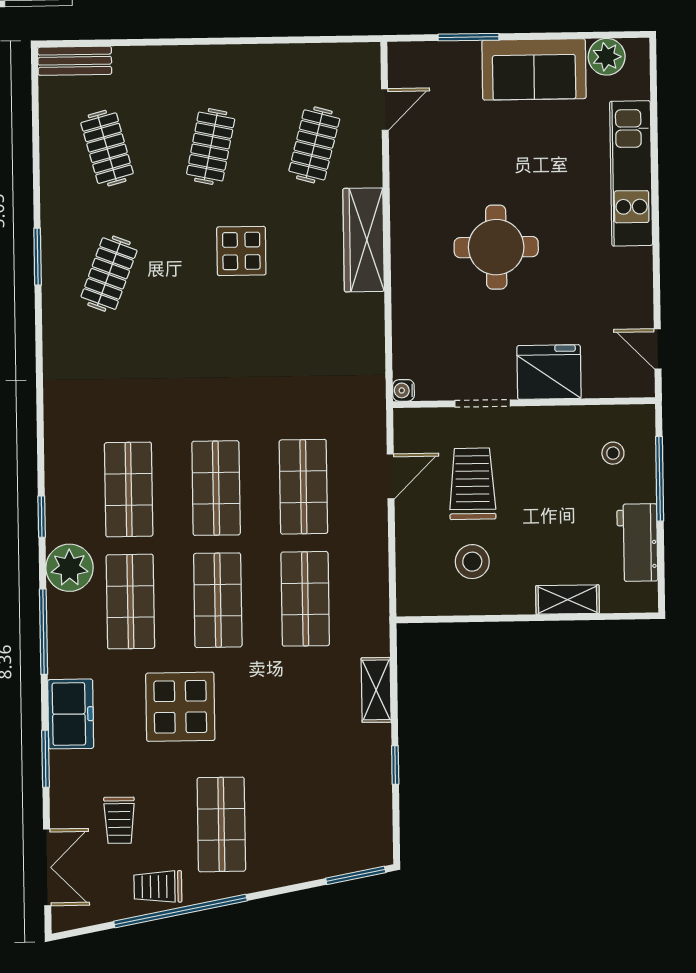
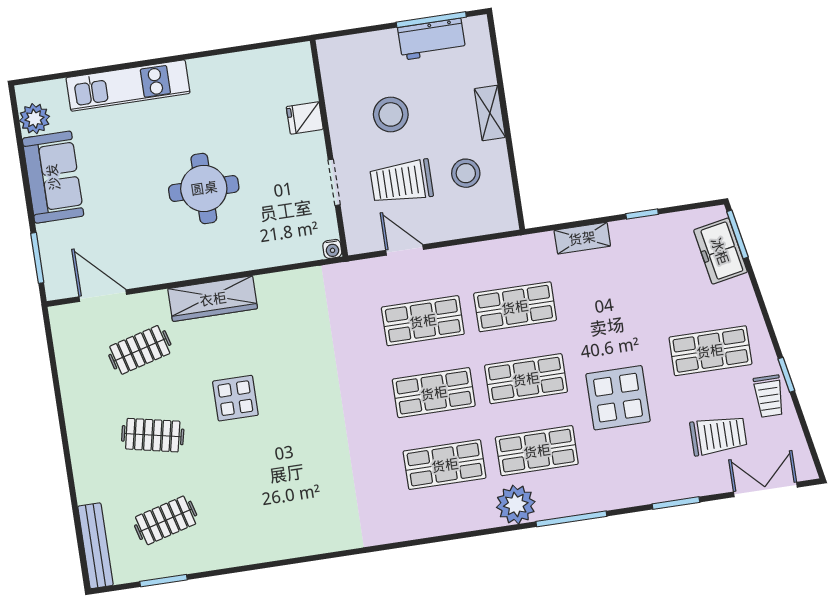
window: (469, 37) -> (37, 258), moved
bench: (75, 61) -> (95, 546), width x1.36
door: (385, 109) -> (103, 296), width x1.38
clothes rail: (314, 145) -> (140, 350), turned -30
window: (38, 257) -> (163, 581), moved
clothes rail: (109, 274) -> (269, 505), removed
door: (658, 349) -> (270, 44), removed
fridge: (549, 372) -> (305, 118), width x0.53, depth x0.75
stool: (613, 453) -> (391, 114), moved, width x1.89, depth x1.89
window: (660, 479) -> (431, 20), moved
window: (42, 517) -> (477, 533), removed
shelving: (568, 600) -> (490, 113), moved
freezer: (71, 714) -> (720, 251), moved, turned -101
trolley: (119, 820) -> (718, 435), width x1.36, depth x1.39
window: (180, 911) -> (786, 375), width x0.32

